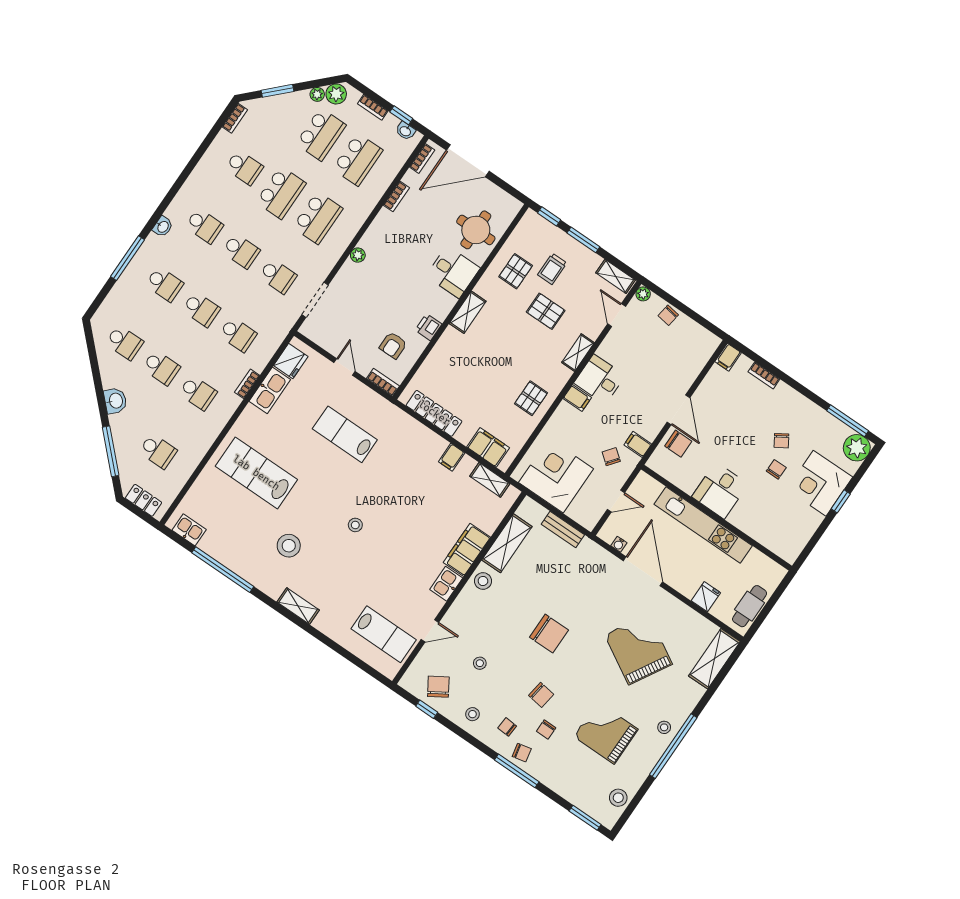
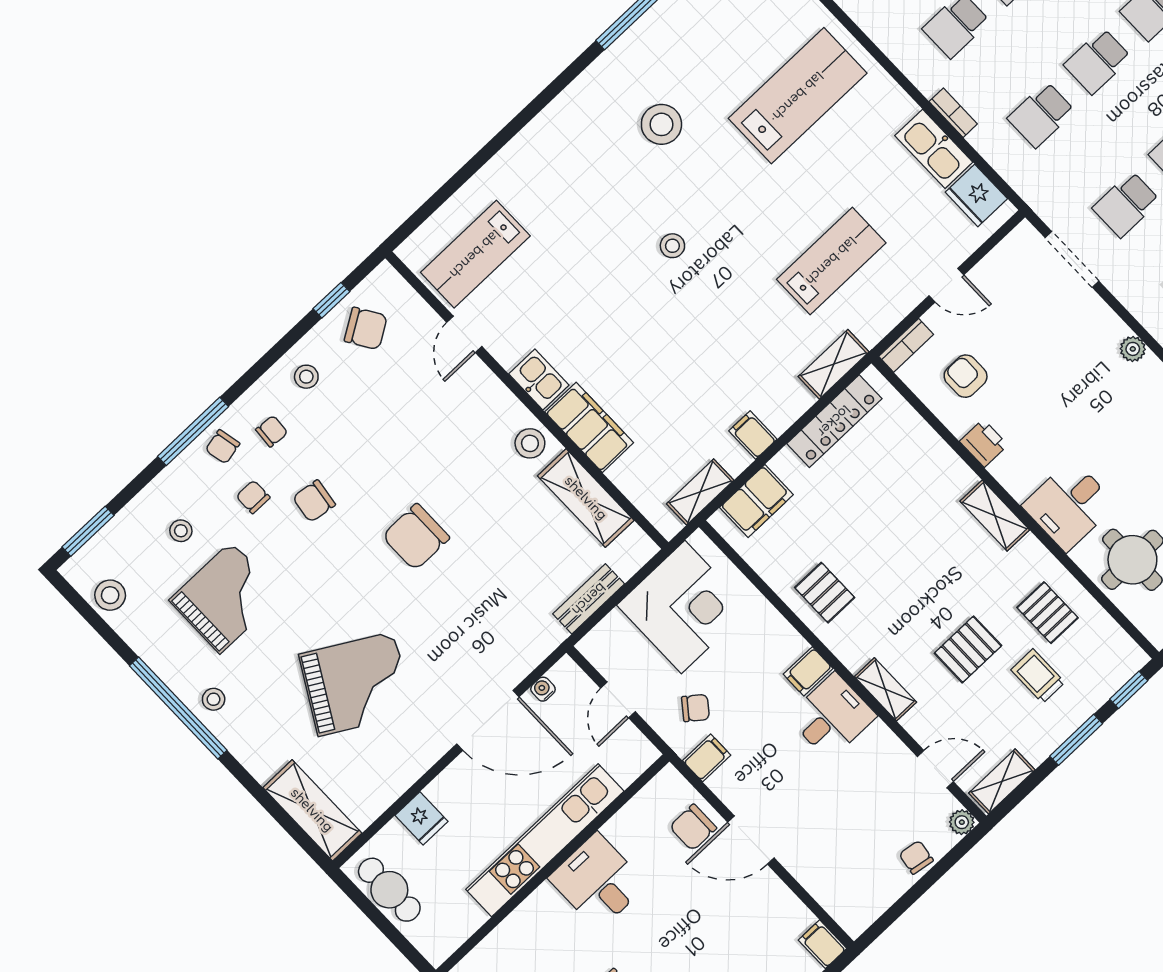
shelving: (298, 606) -> (834, 364), moved
stool: (480, 663) -> (181, 531), moved

